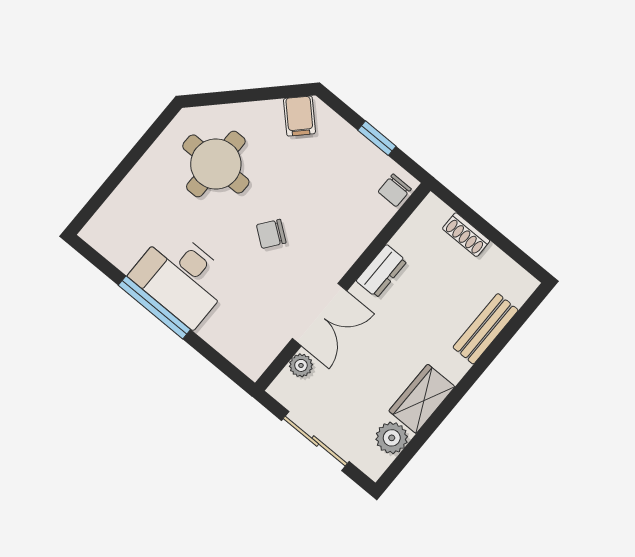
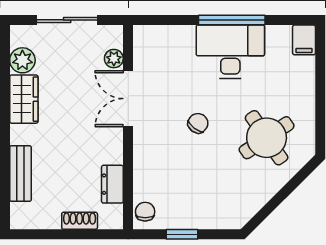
filing cabinet: (299, 116) -> (304, 40), moved, turned -135
round table: (216, 164) -> (267, 138), turned -34
dresser: (382, 271) -> (112, 184), moved

